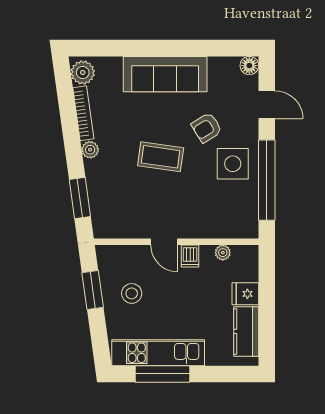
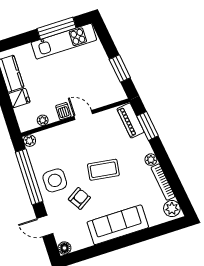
piano: (101, 213) -> (130, 120), added
plant: (250, 230) -> (30, 141), added
stool: (132, 293) -> (94, 74), removed

